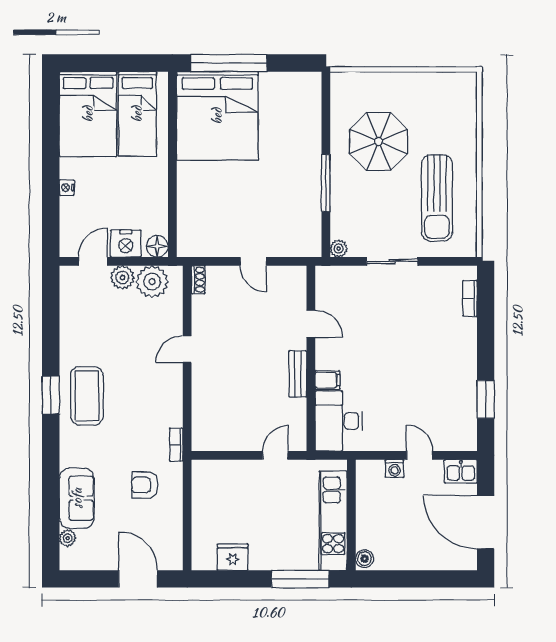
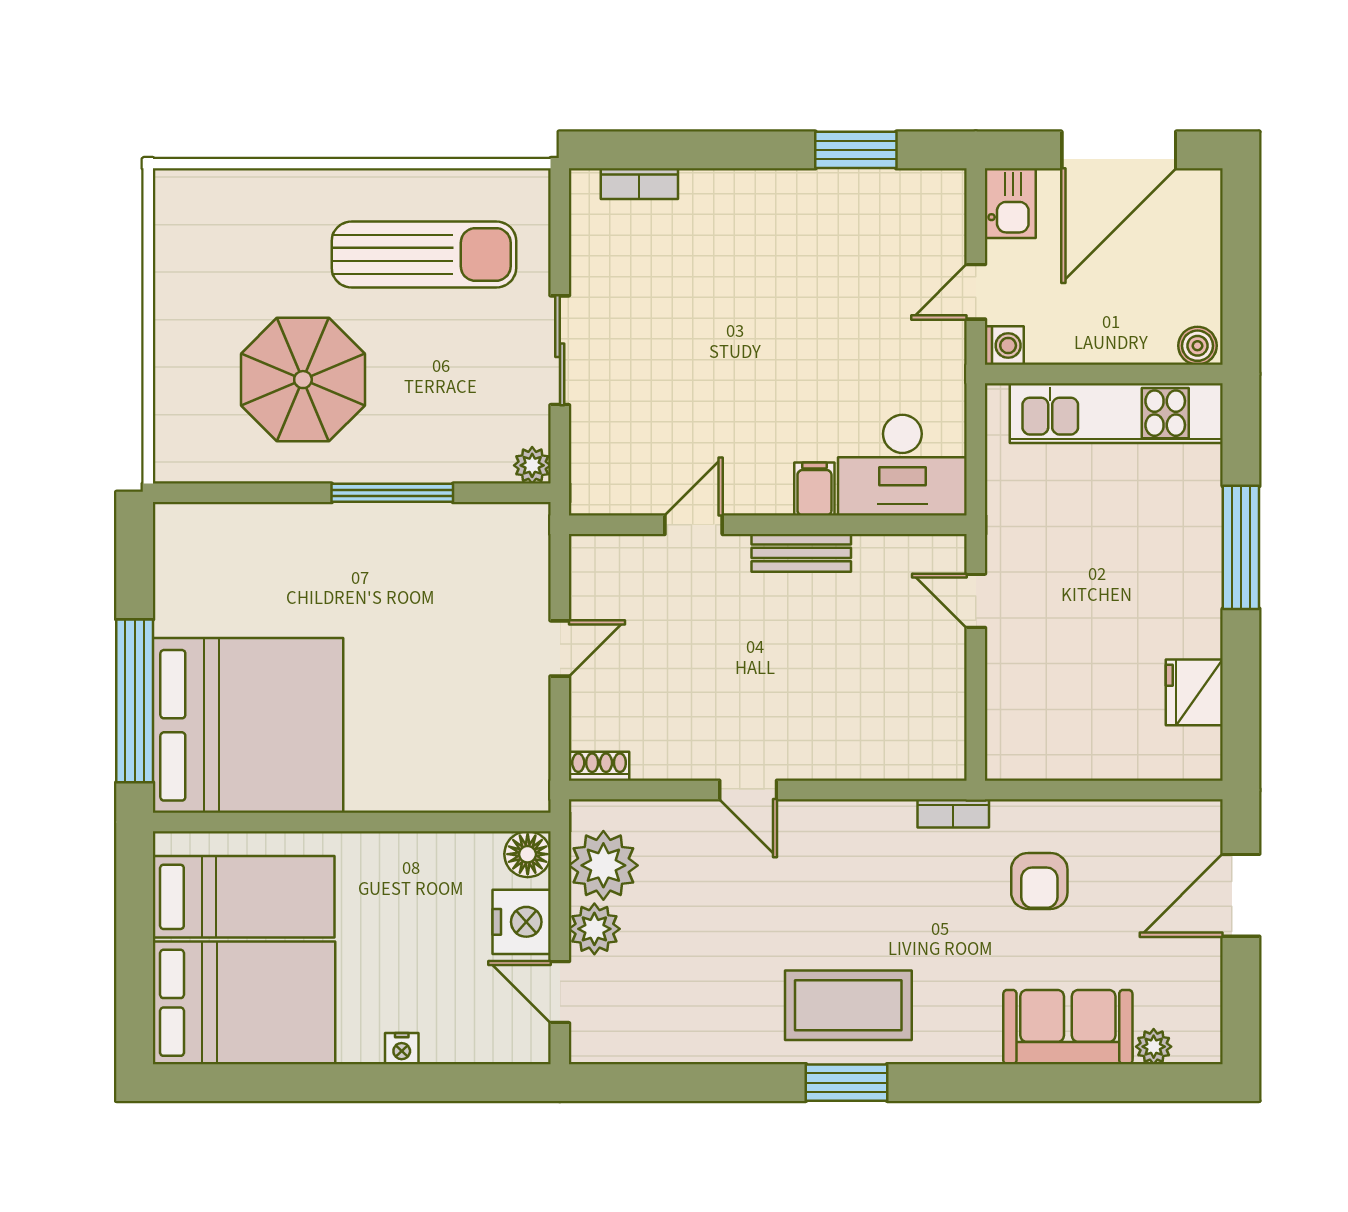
wall: (351, 515) -> (1104, 374), moved
kitchen unit: (333, 521) -> (1116, 413), moved
boiler: (365, 559) -> (1197, 346), moved

